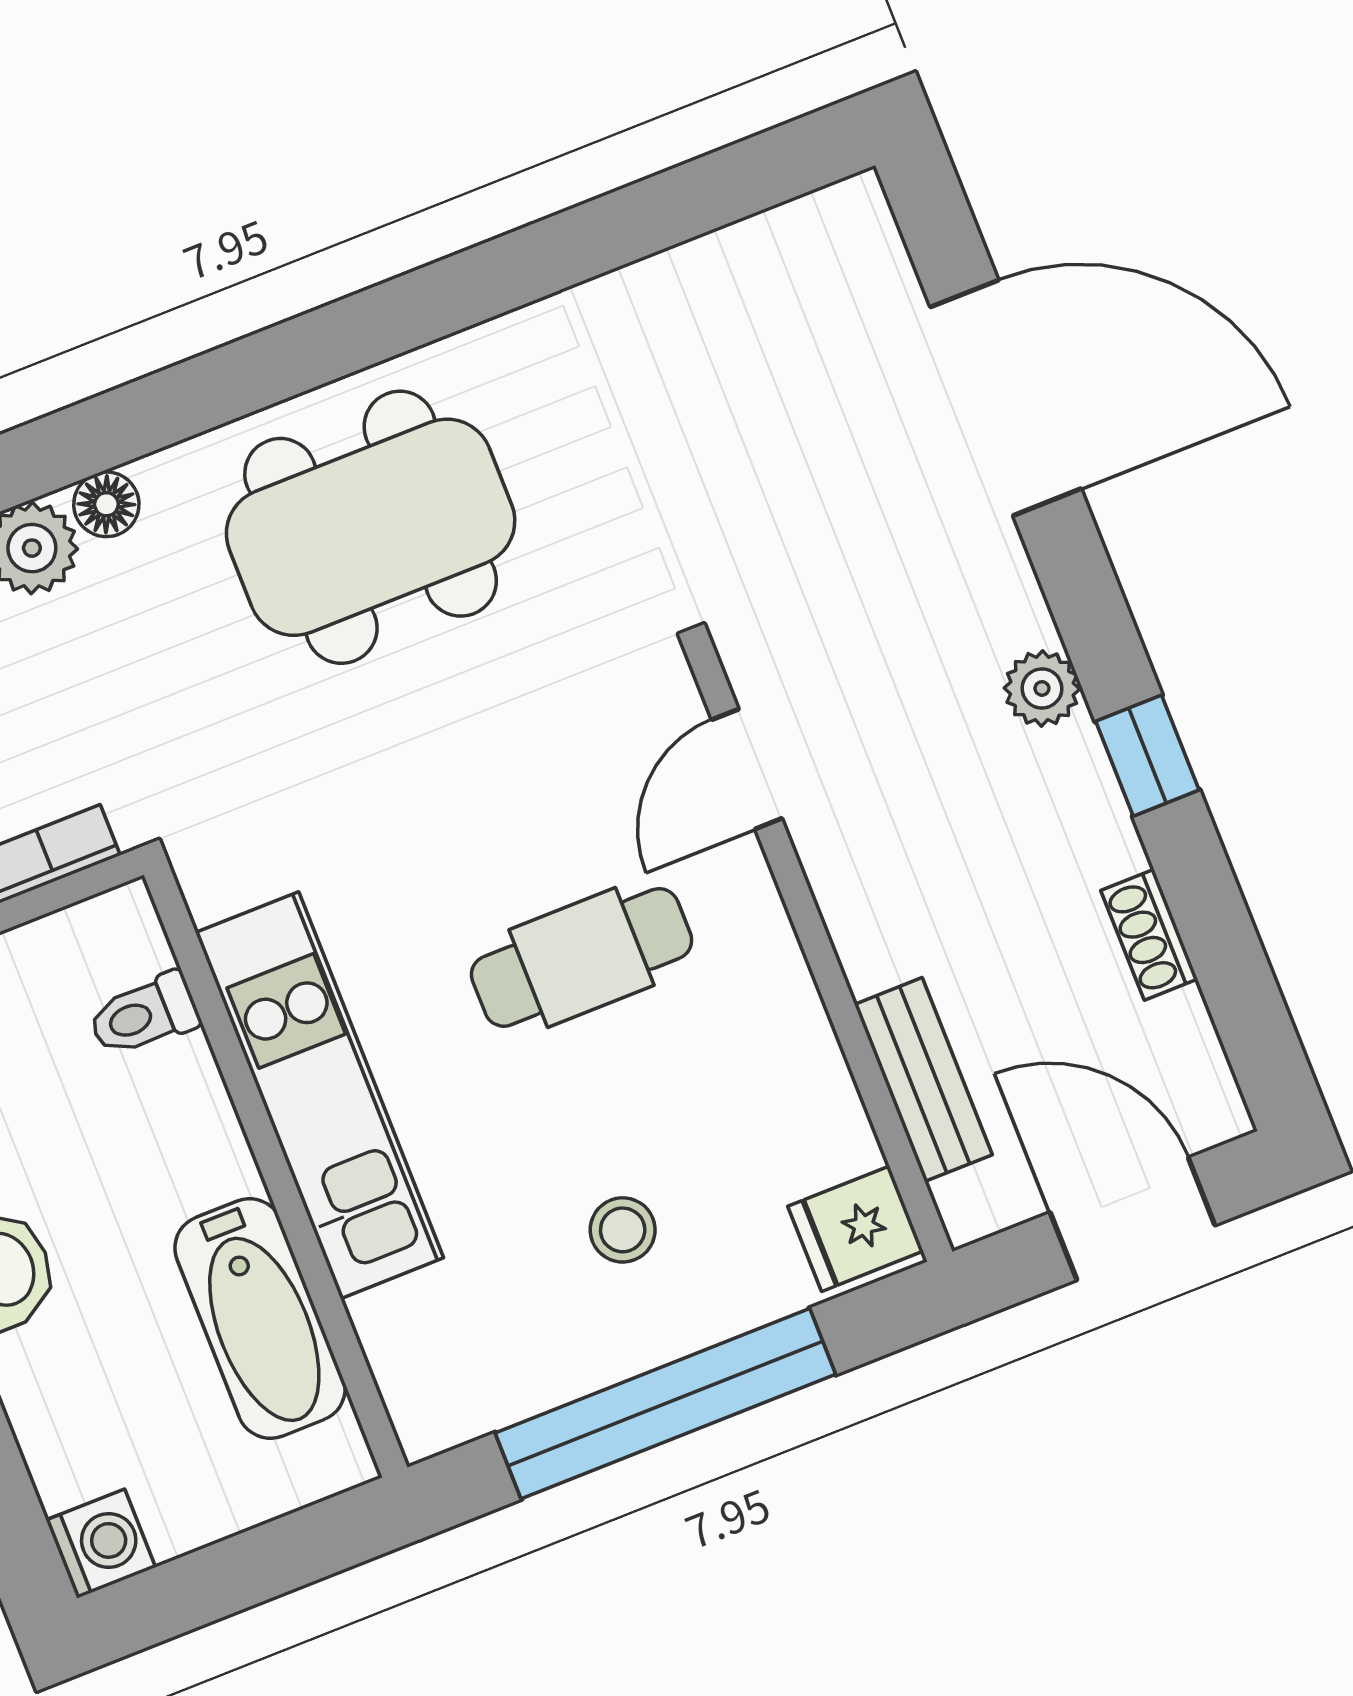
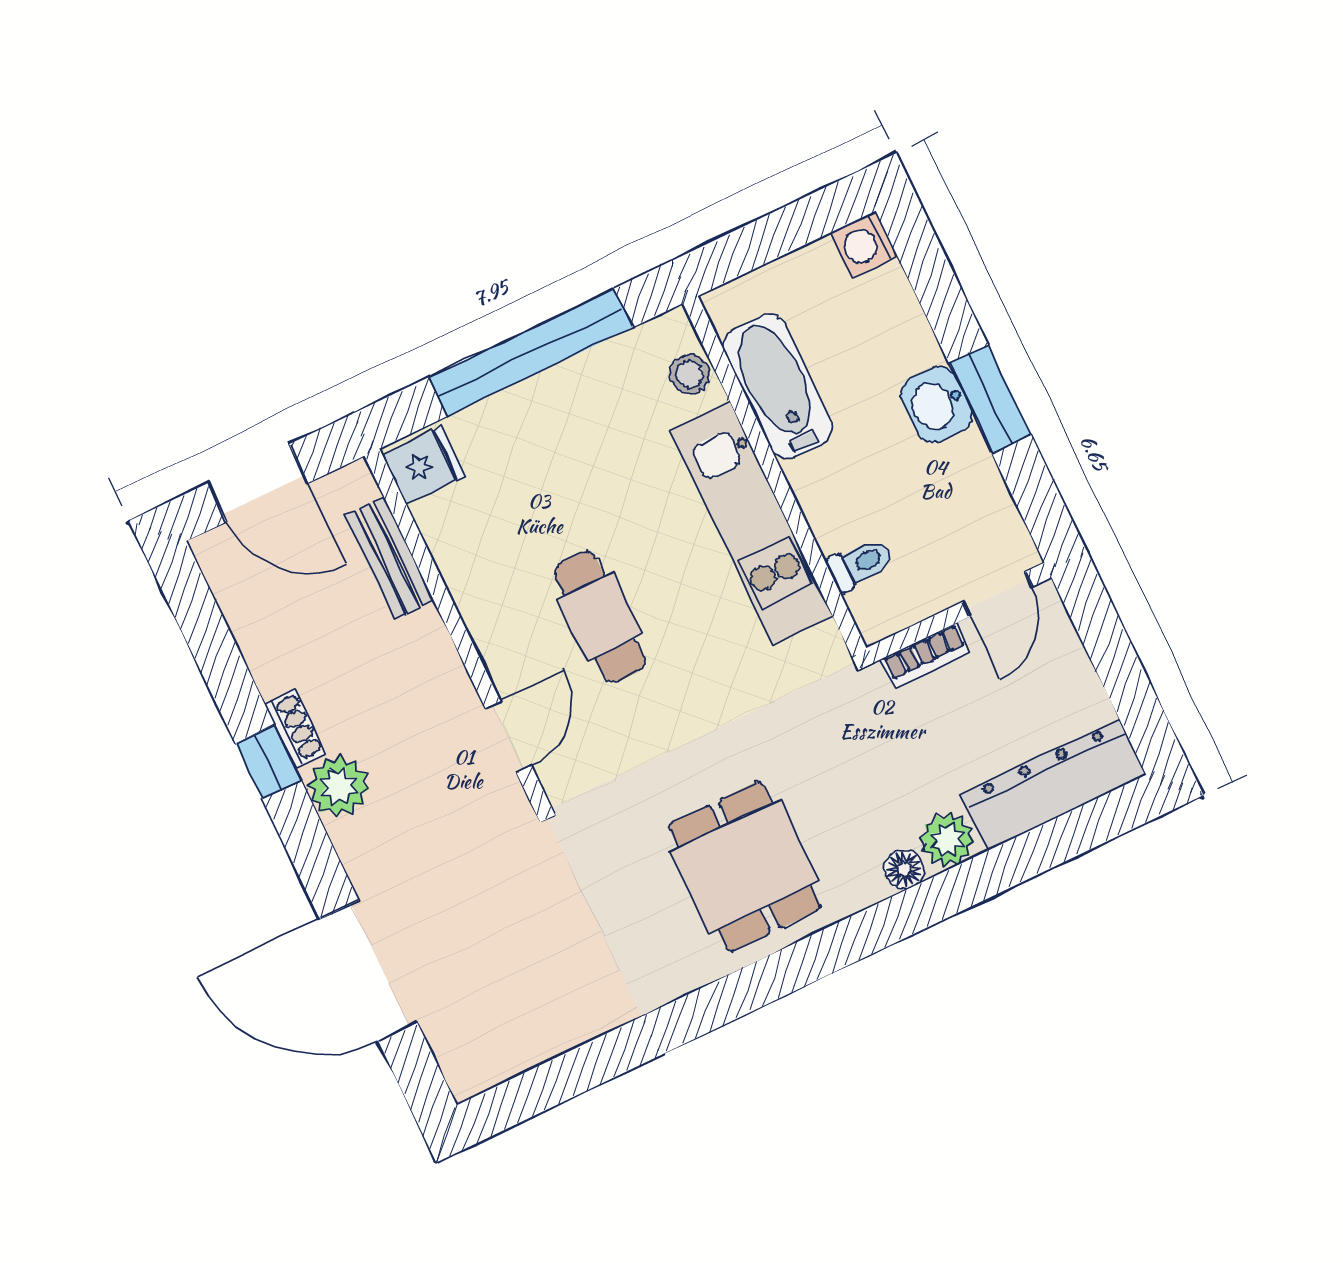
dining table: (371, 527) -> (745, 866), width x0.73
plant: (1042, 688) -> (338, 786), width x1.38, depth x1.38
shoe rack: (1149, 935) -> (295, 728), moved
cafe table: (582, 957) -> (600, 617), turned 90
stool: (623, 1230) -> (690, 374), moved

